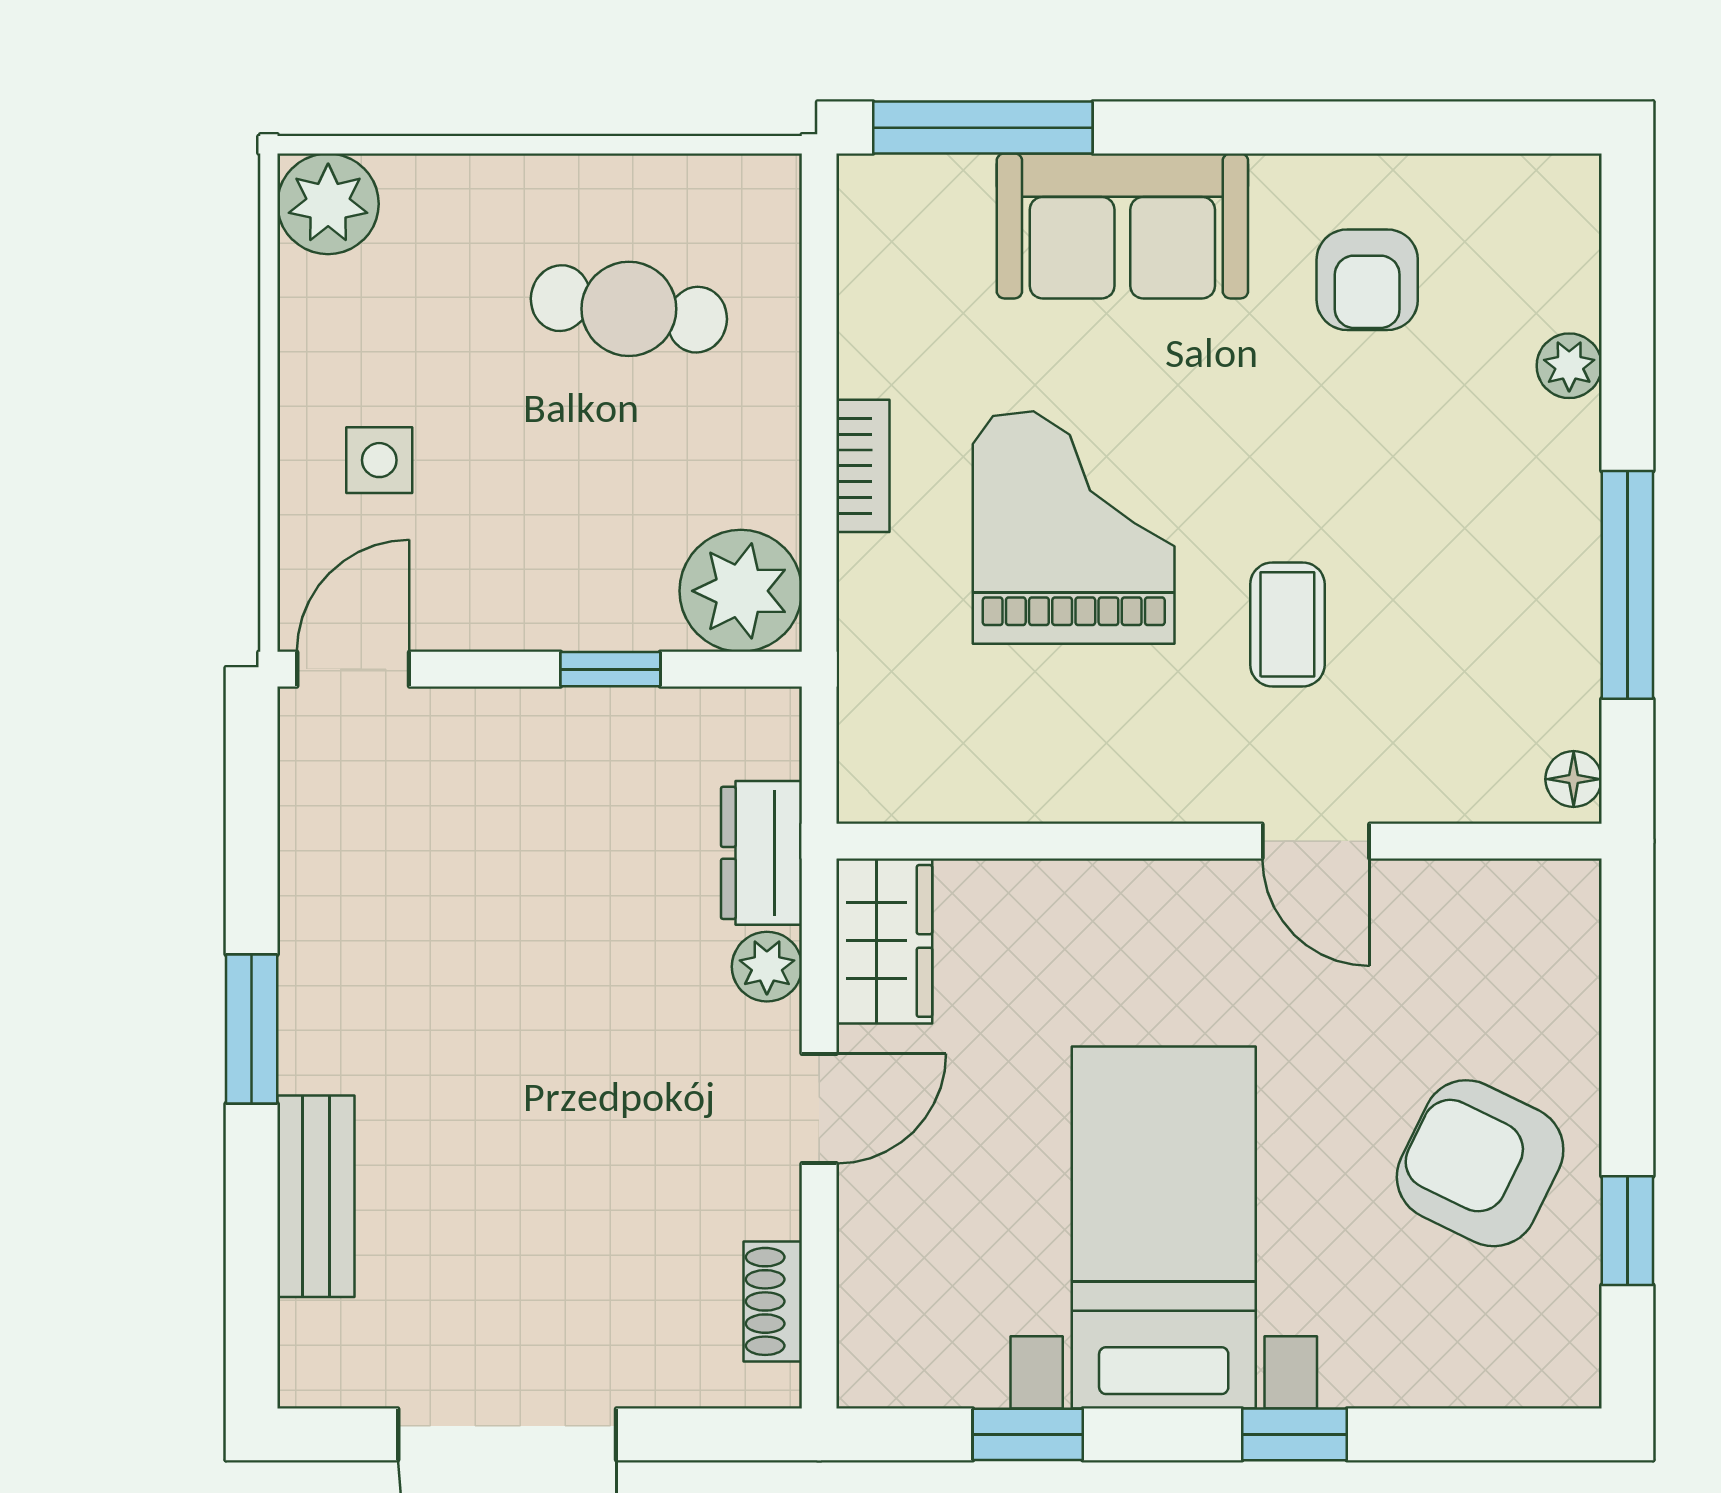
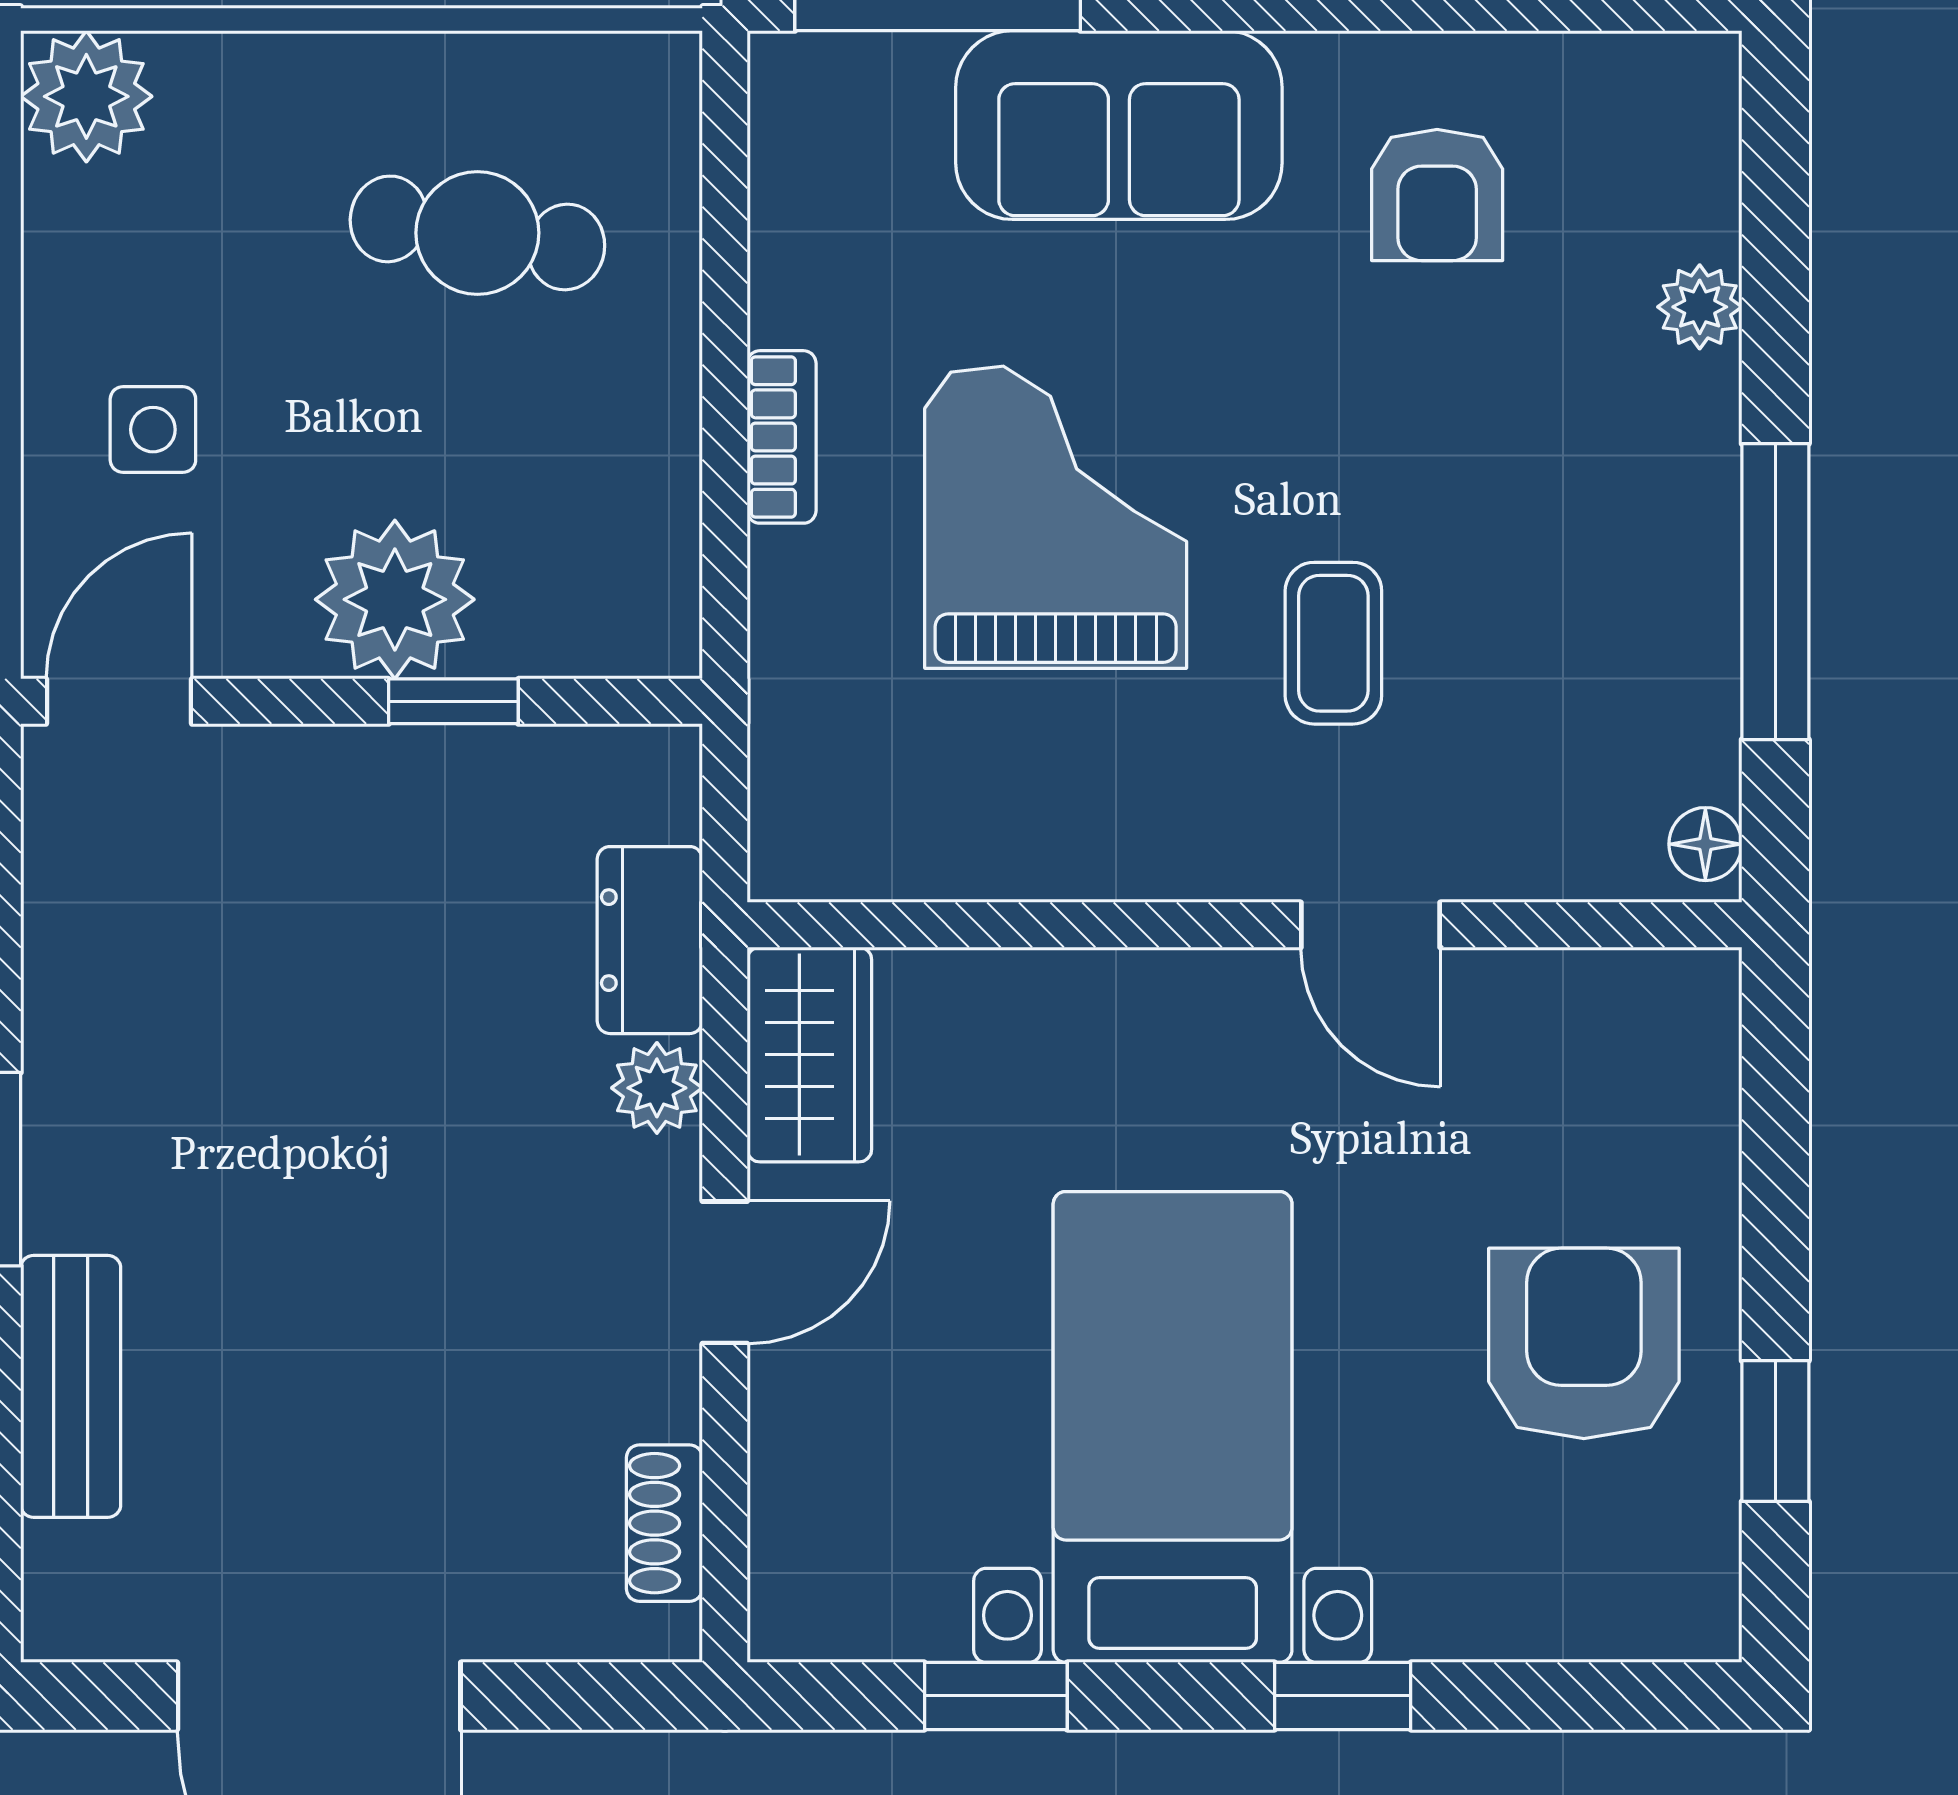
plant: (741, 591) -> (395, 599), moved
armchair: (1480, 1163) -> (1584, 1343), turned 64

